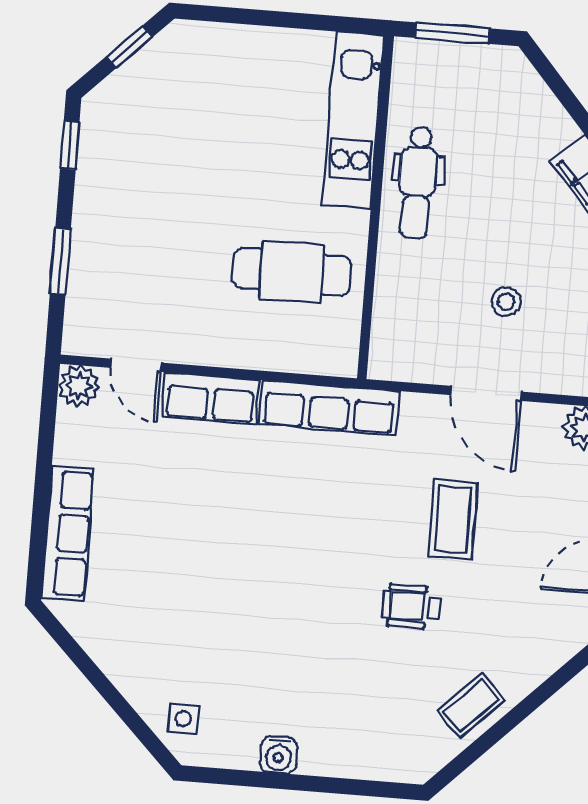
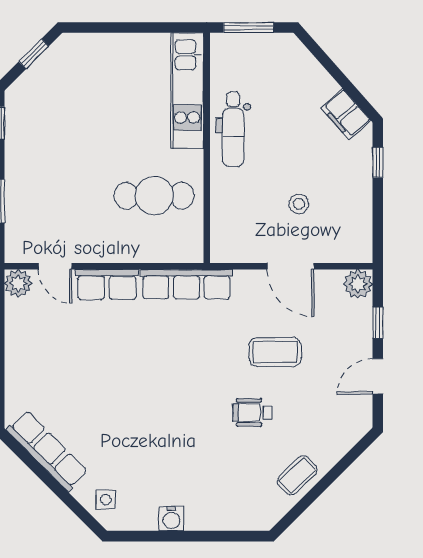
coffee table: (453, 519) -> (275, 352), turned 90
row of seats: (68, 533) -> (47, 451), moved, turned -45

